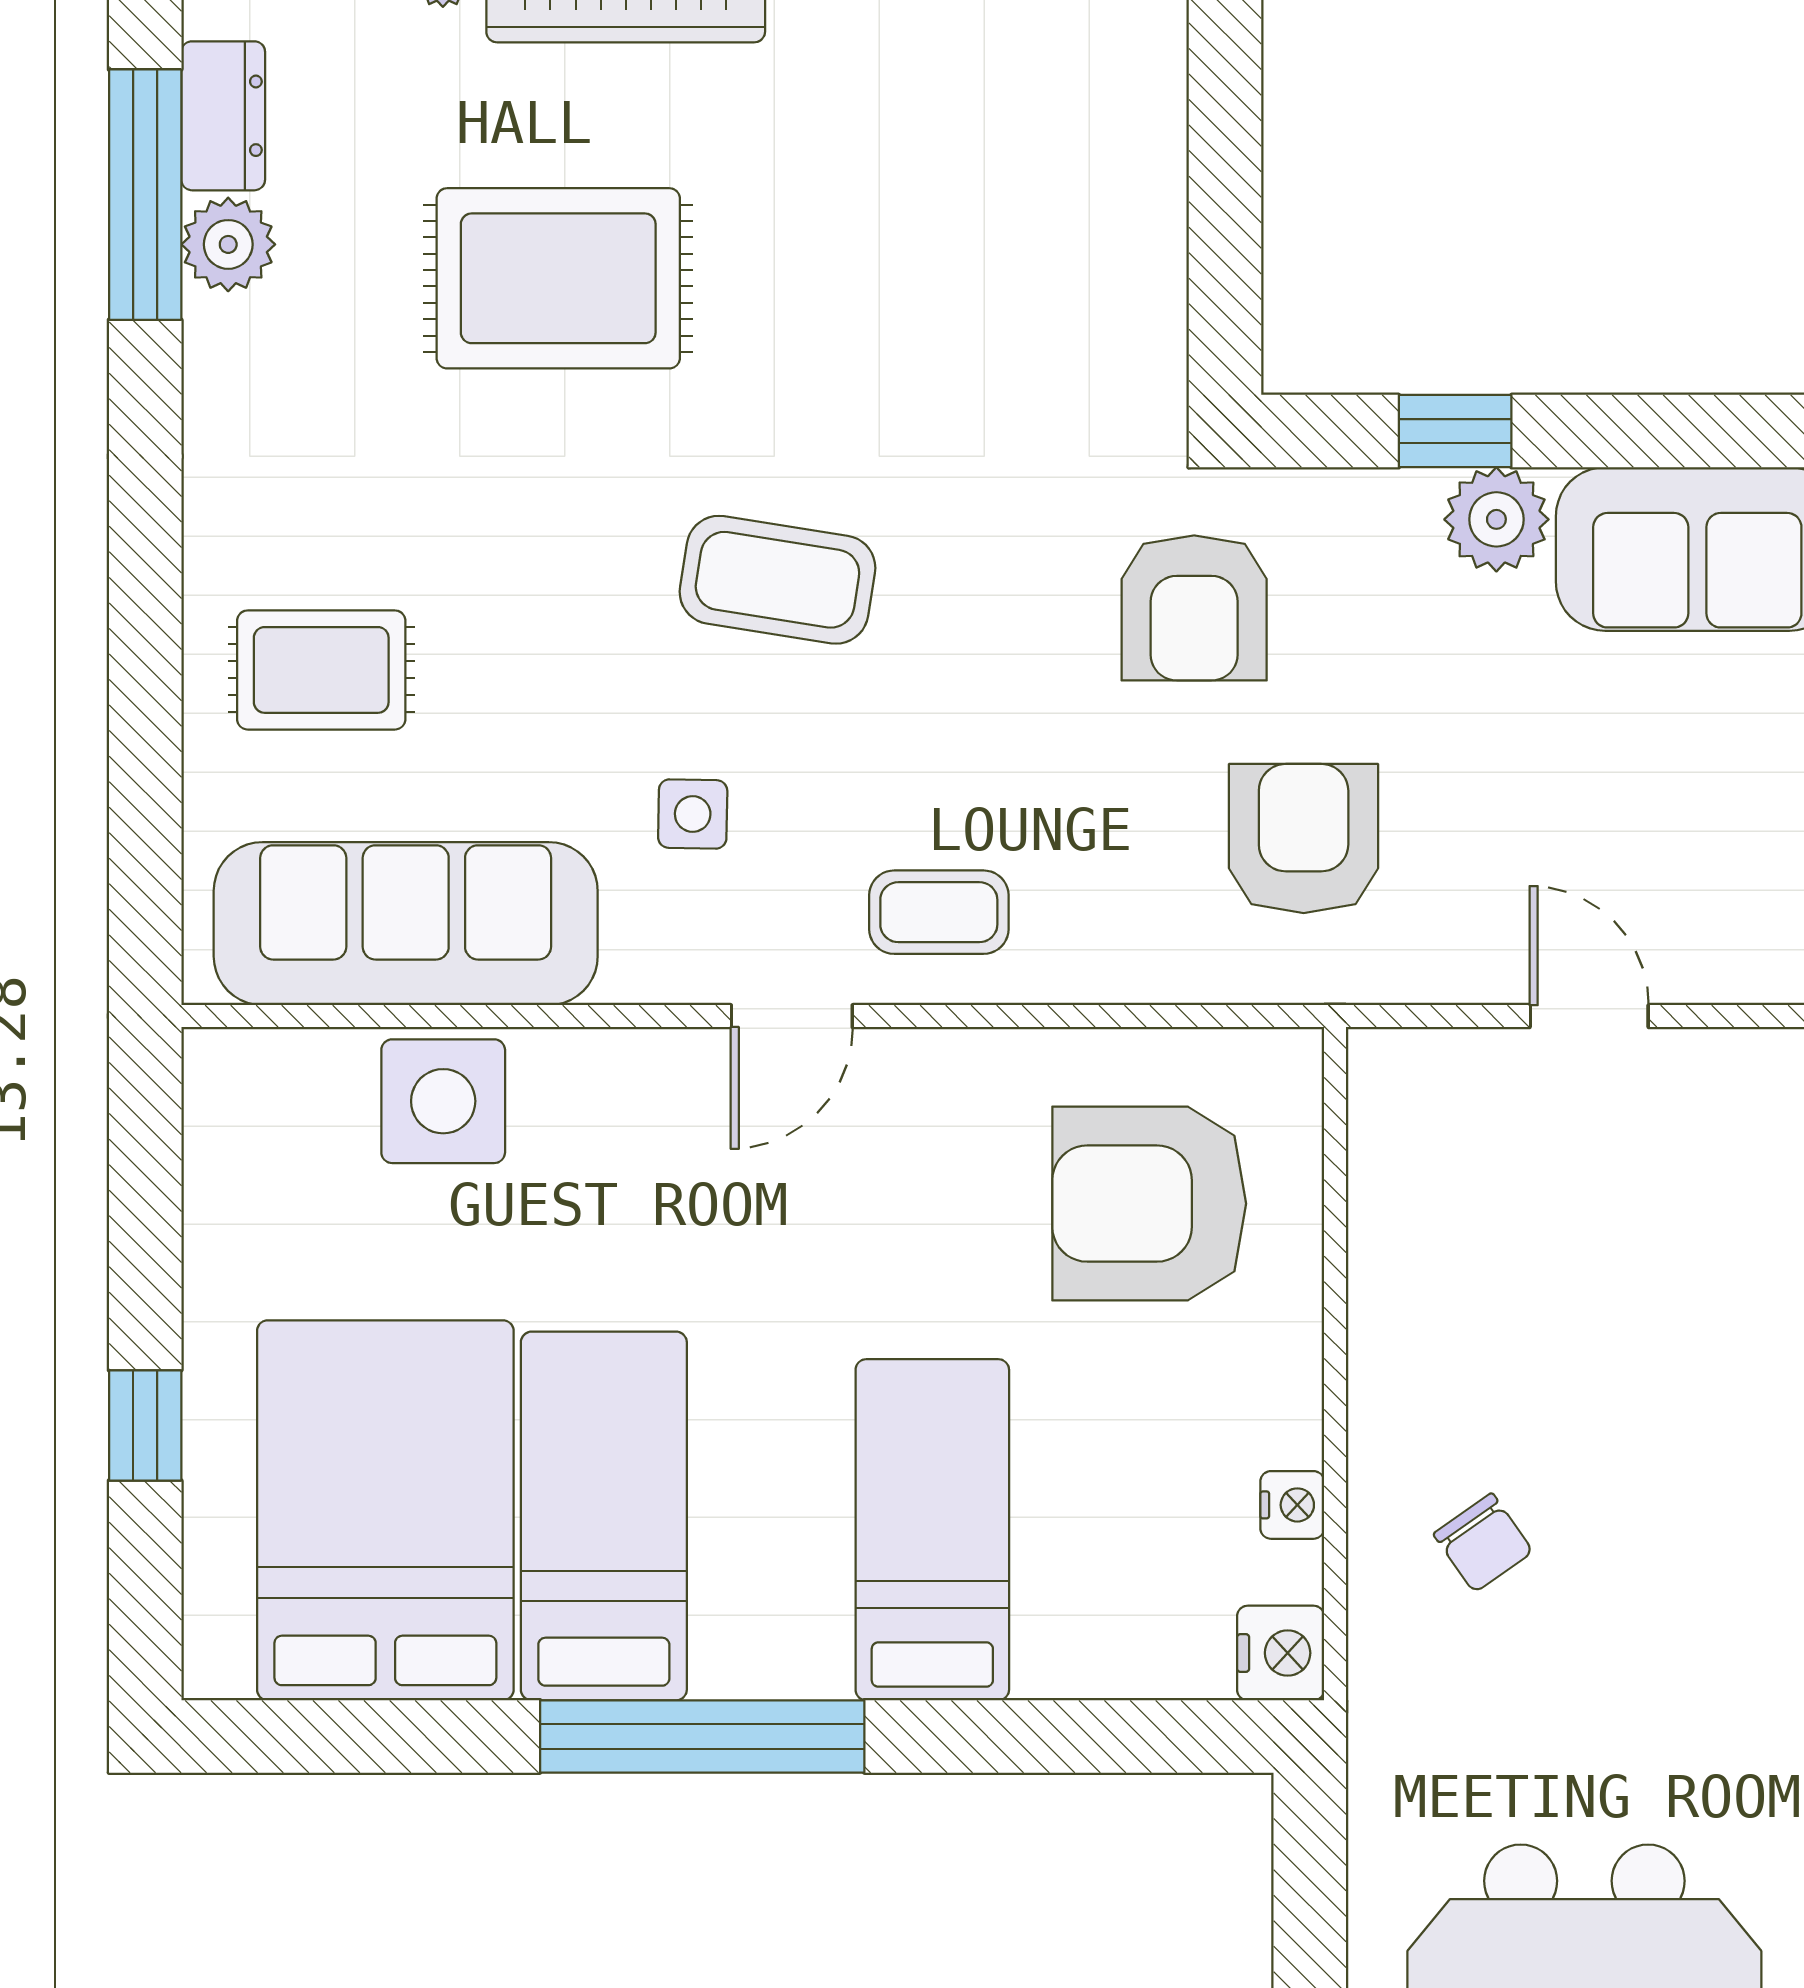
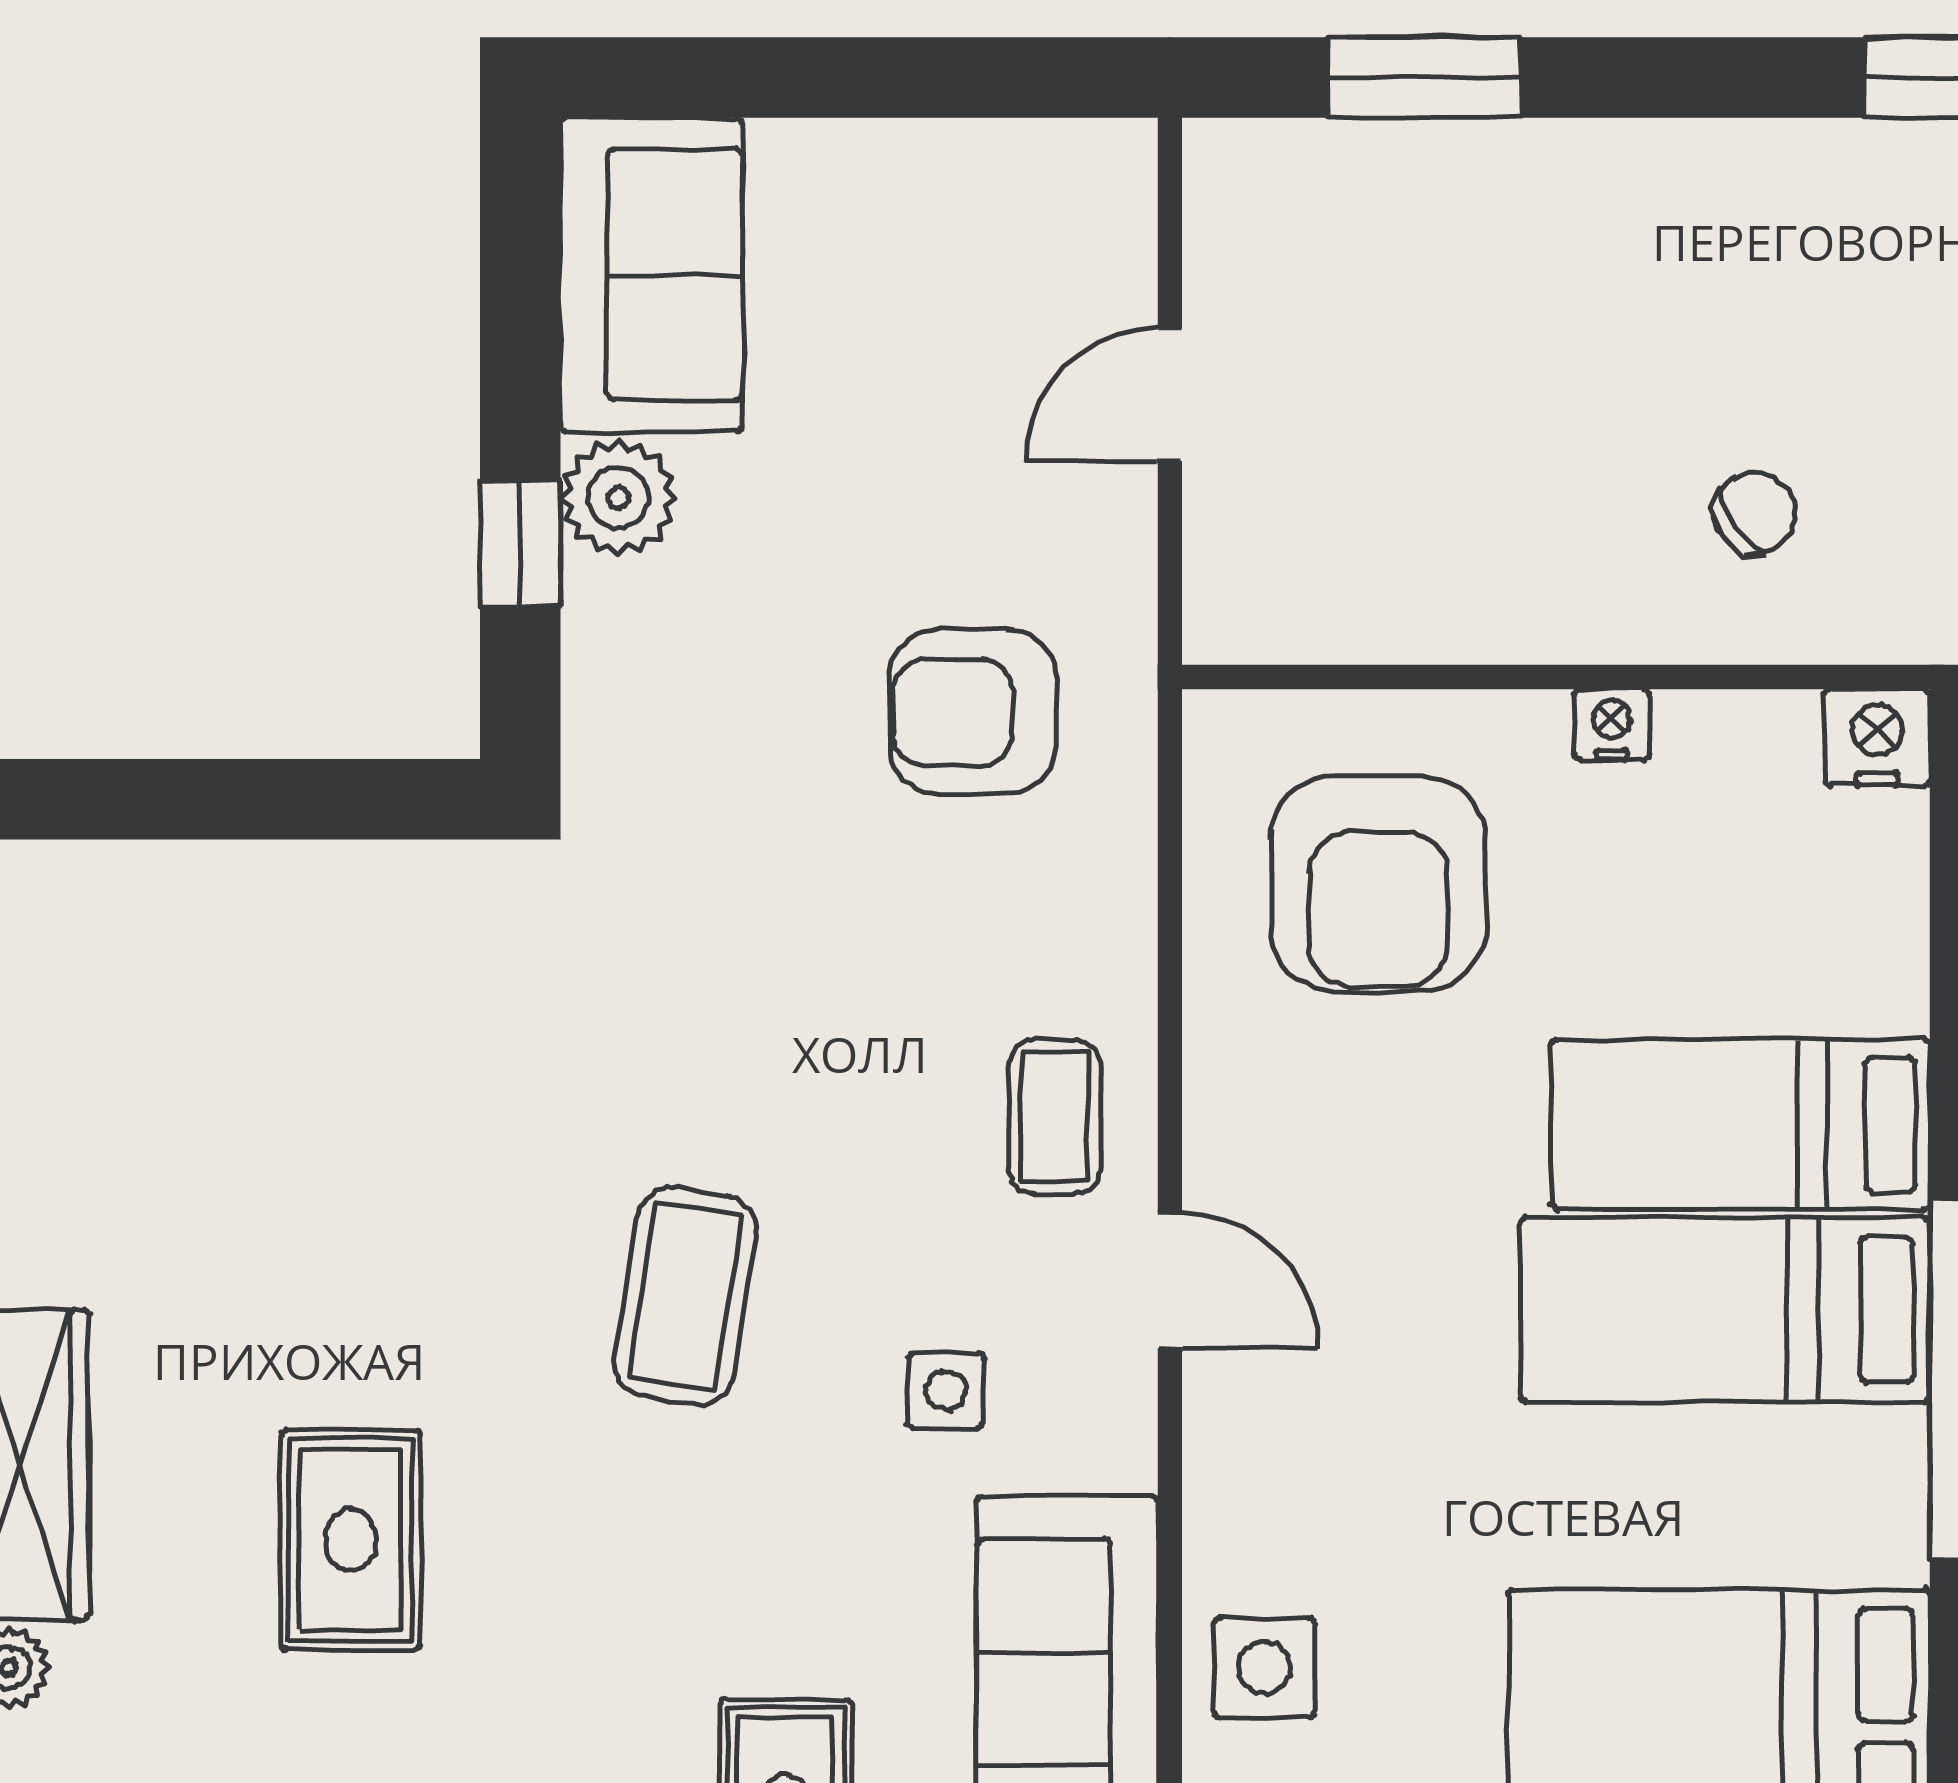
rug: (558, 278) -> (351, 1540), width x0.73, depth x0.70
armchair: (1194, 608) -> (717, 834), removed
side table: (443, 1101) -> (1264, 1668), width x0.73, depth x0.73
nightstand: (1292, 1505) -> (1612, 725), moved
bed: (604, 1516) -> (1725, 1310), moved

